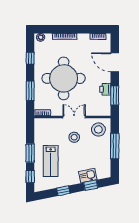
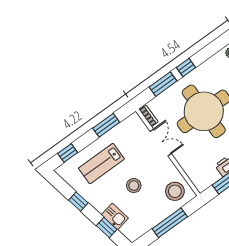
window: (30, 58) -> (186, 68), moved
double door: (74, 117) -> (161, 143), moved
stool: (74, 137) -> (134, 186), moved
window: (30, 153) -> (106, 125), moved

